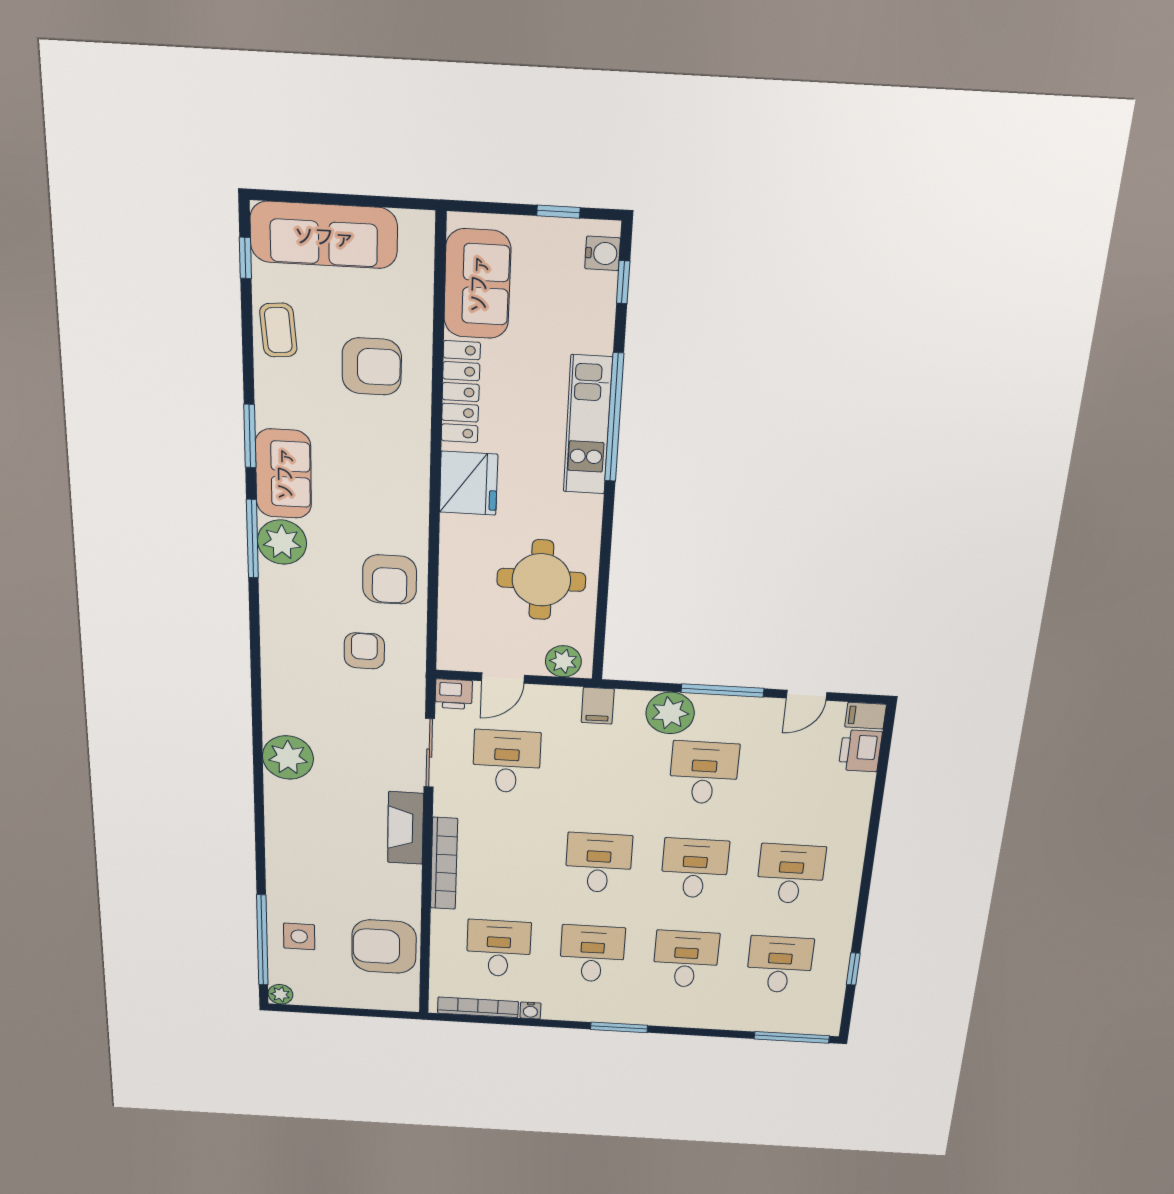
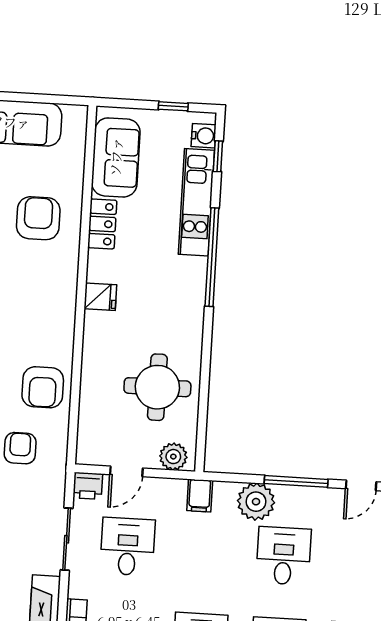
armchair: (372, 366) -> (38, 218), turned -90
locker: (461, 392) -> (102, 224), width x0.66
kitchen unit: (588, 425) -> (196, 202), moved
fridge: (469, 483) -> (100, 297), width x0.53, depth x0.75

